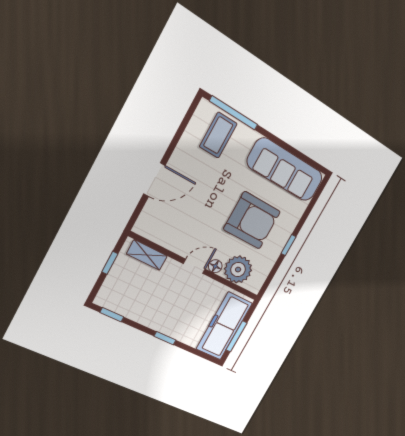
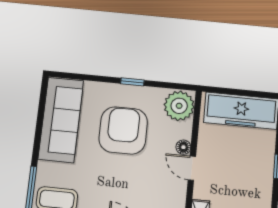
plant: (238, 270) -> (179, 106), moved
window: (236, 336) -> (247, 93), removed

